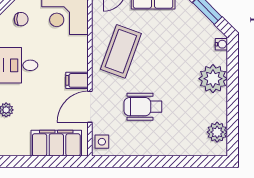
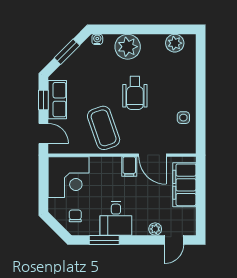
coffee table: (121, 51) -> (104, 128), turned 51
wheelchair: (143, 107) -> (135, 93), moved
side table: (102, 142) -> (183, 118), moved

